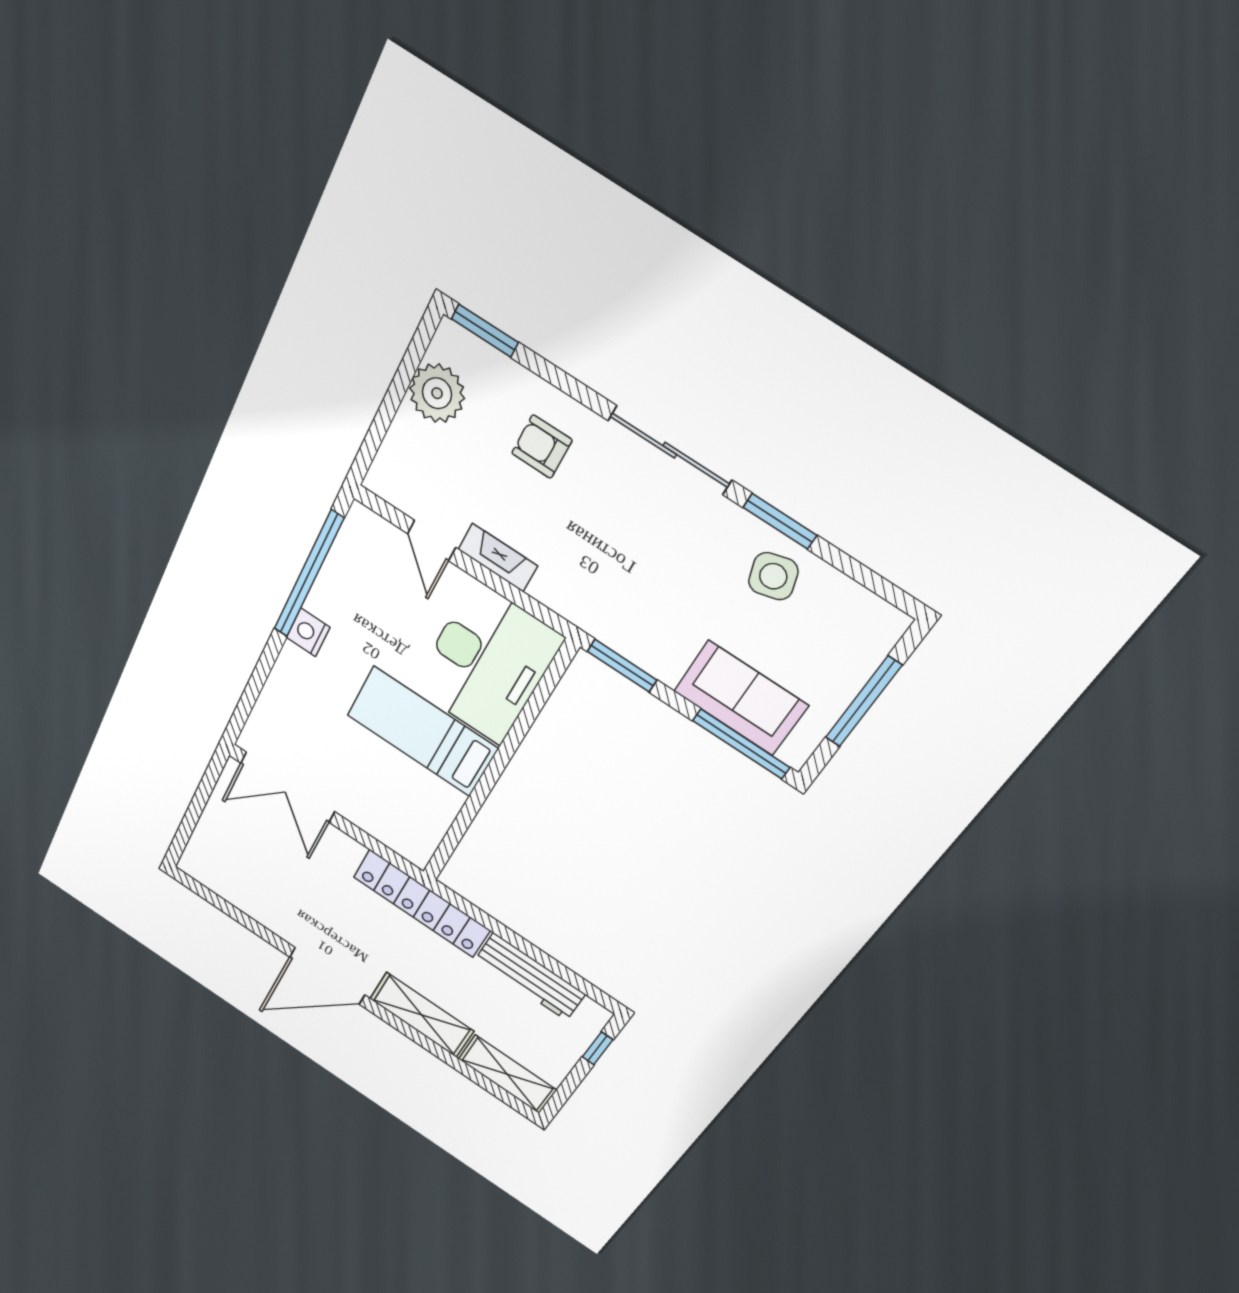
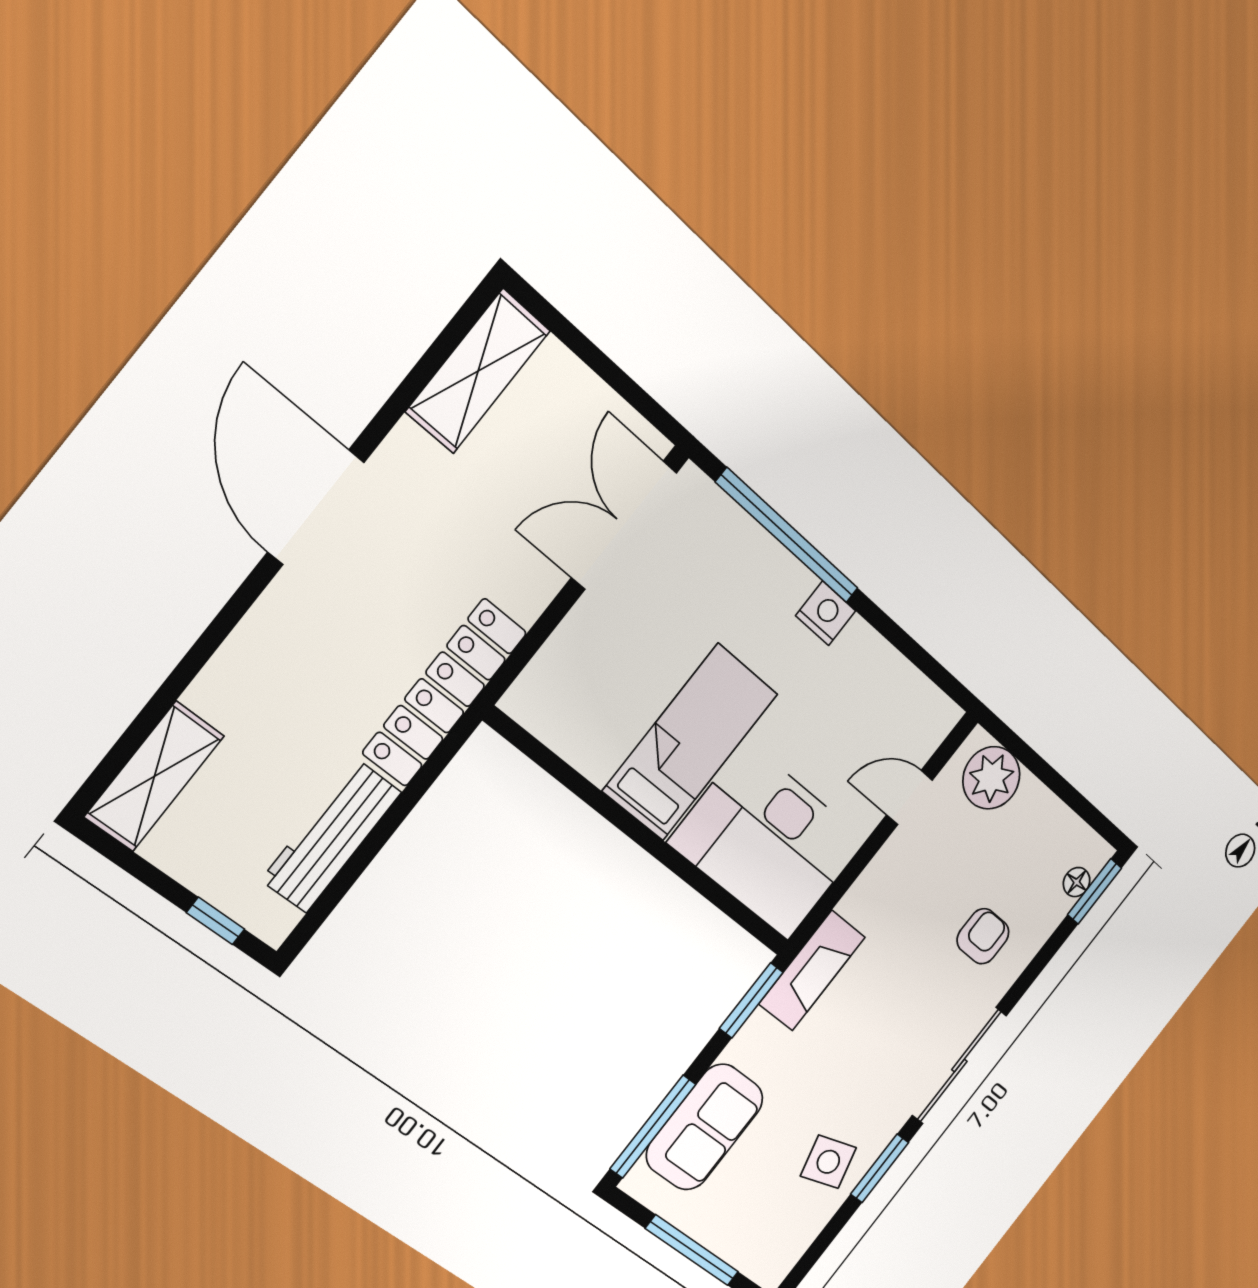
floor lamp: (479, 353) -> (1077, 882), added
plant: (437, 393) -> (991, 778), moved
fireplace: (498, 558) -> (812, 971), moved, width x1.37, depth x1.32
window: (309, 574) -> (788, 536), moved
shelving: (422, 1015) -> (478, 371), moved

